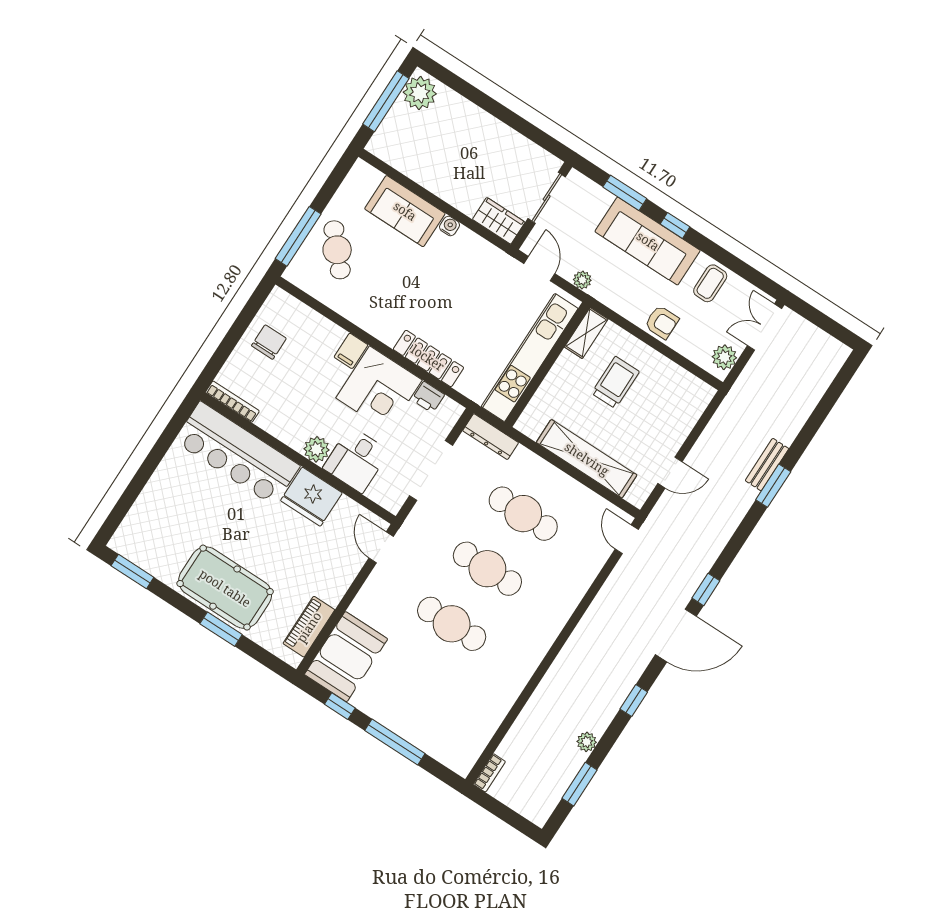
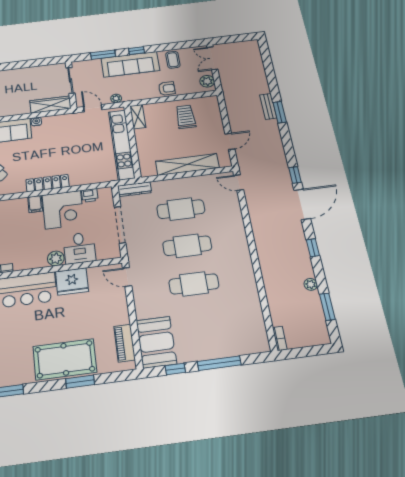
wardrobe: (499, 221) -> (50, 105), width x1.50
locker: (428, 358) -> (48, 183), moved
trolley: (615, 382) -> (186, 117), moved

